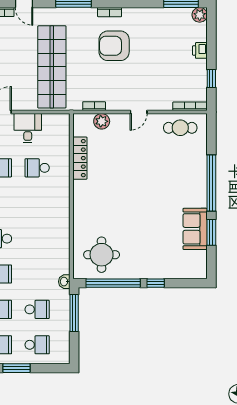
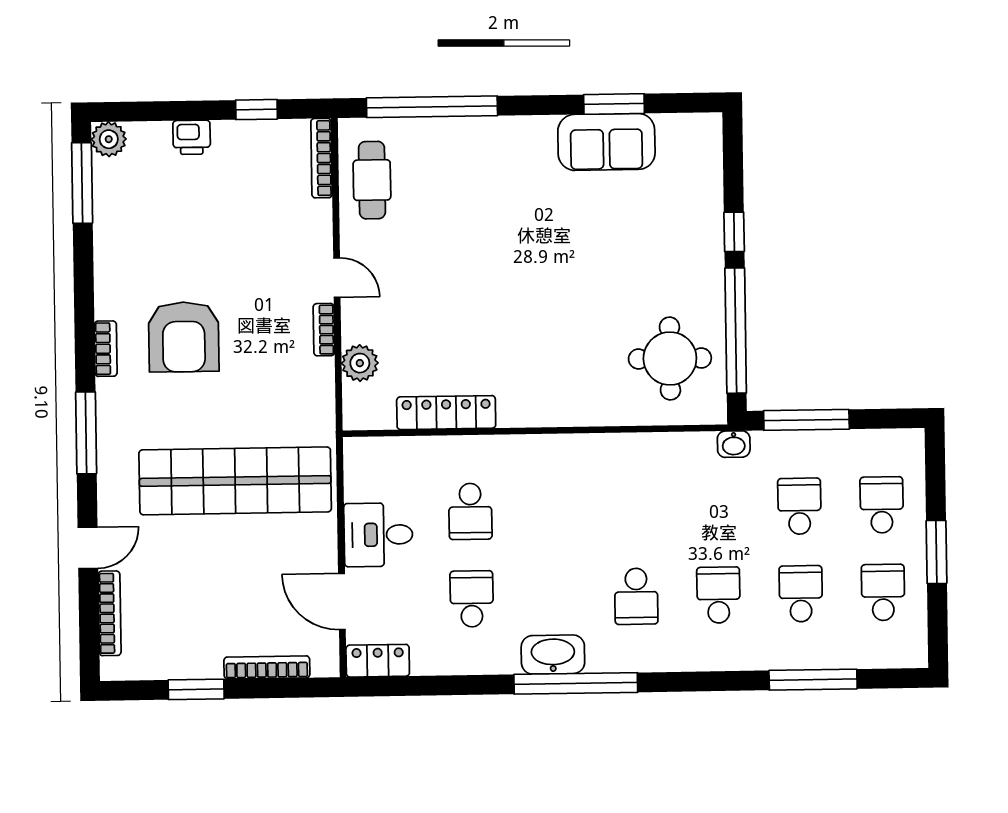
bookcase: (94, 106) -> (324, 330), moved
window: (211, 183) -> (432, 107), moved

